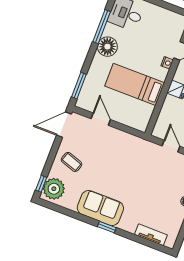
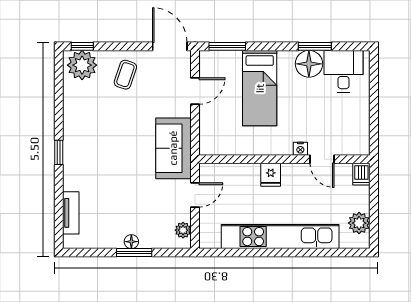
window: (102, 27) -> (315, 46), width x0.69
floor lamp: (107, 47) -> (309, 64), moved
bed: (135, 84) -> (260, 88), moved, turned 180
sofa: (100, 208) -> (173, 148), moved, turned 180

